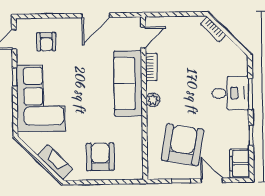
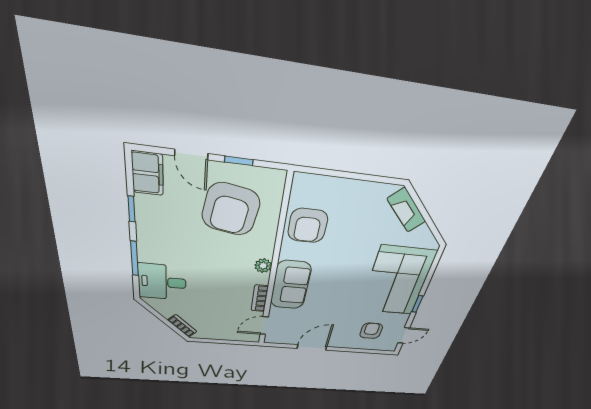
sofa: (128, 84) -> (291, 285), width x0.73
desk: (230, 93) -> (162, 282), moved
armchair: (100, 157) -> (308, 226), moved

